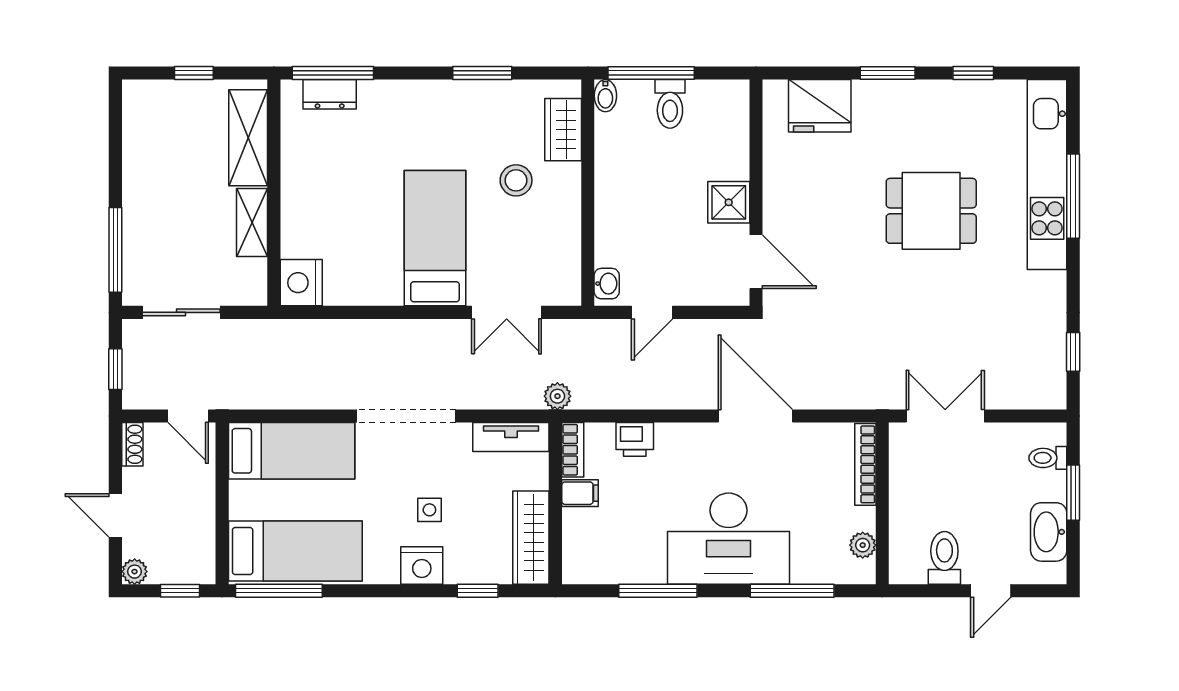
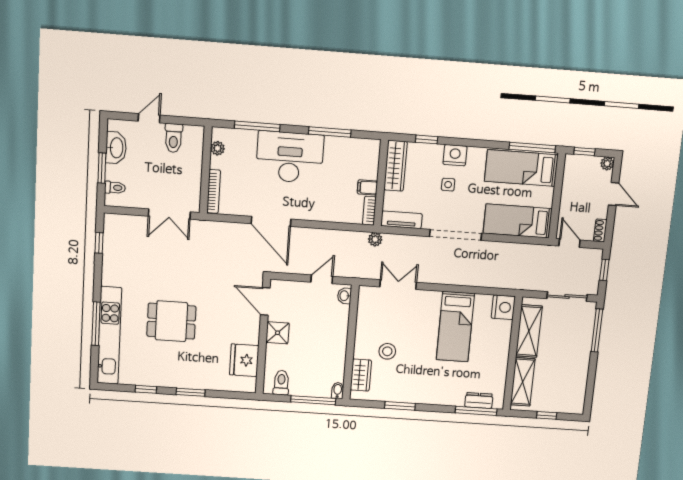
toilet: (670, 104) -> (281, 383), moved
fridge: (820, 106) -> (244, 360), moved, turned -90
shelving: (252, 222) -> (529, 331), width x1.50, depth x1.33
bed: (435, 238) -> (455, 327), moved
printer: (635, 439) -> (336, 214), removed

